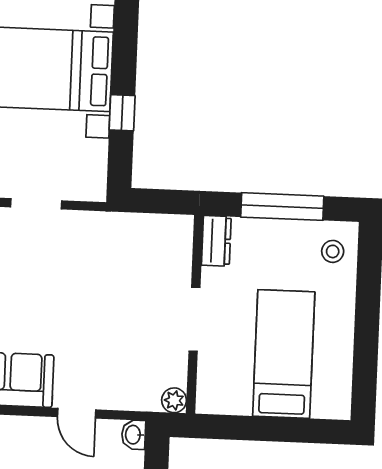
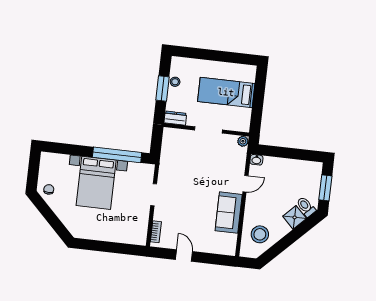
window: (122, 113) -> (117, 155), width x3.17
window: (282, 207) -> (162, 89), width x0.69
stool: (333, 251) -> (175, 82), moved

